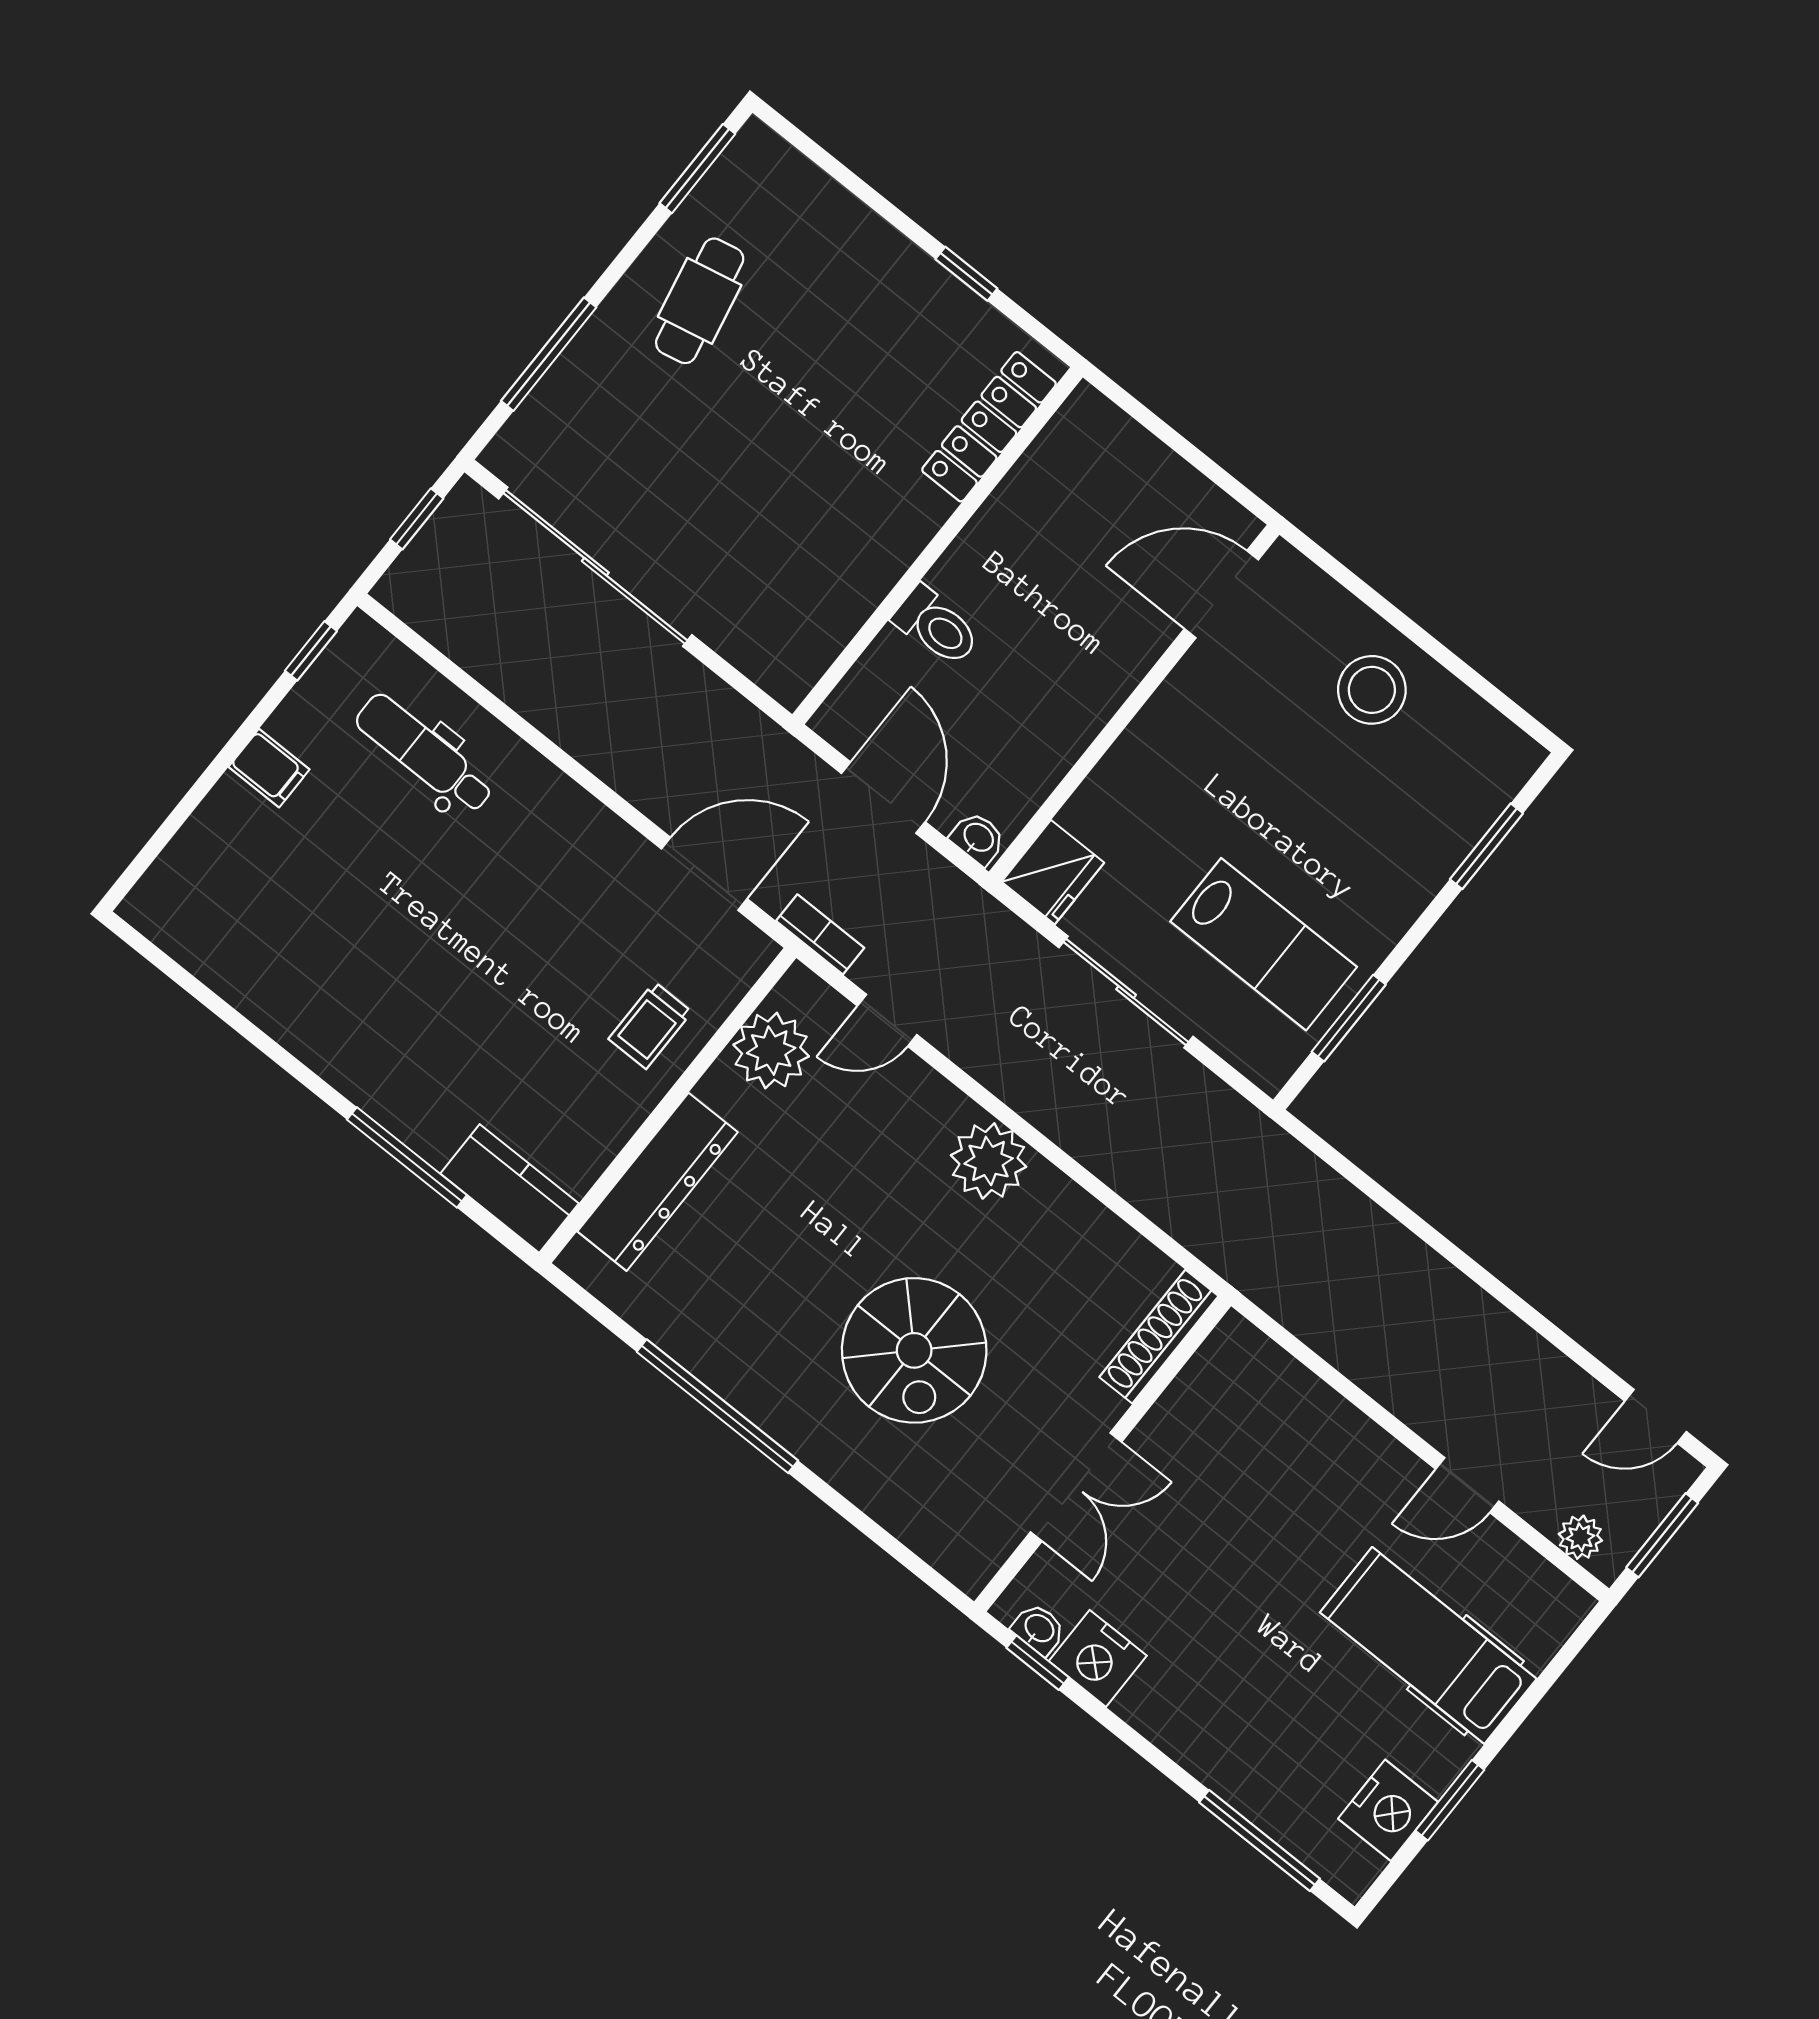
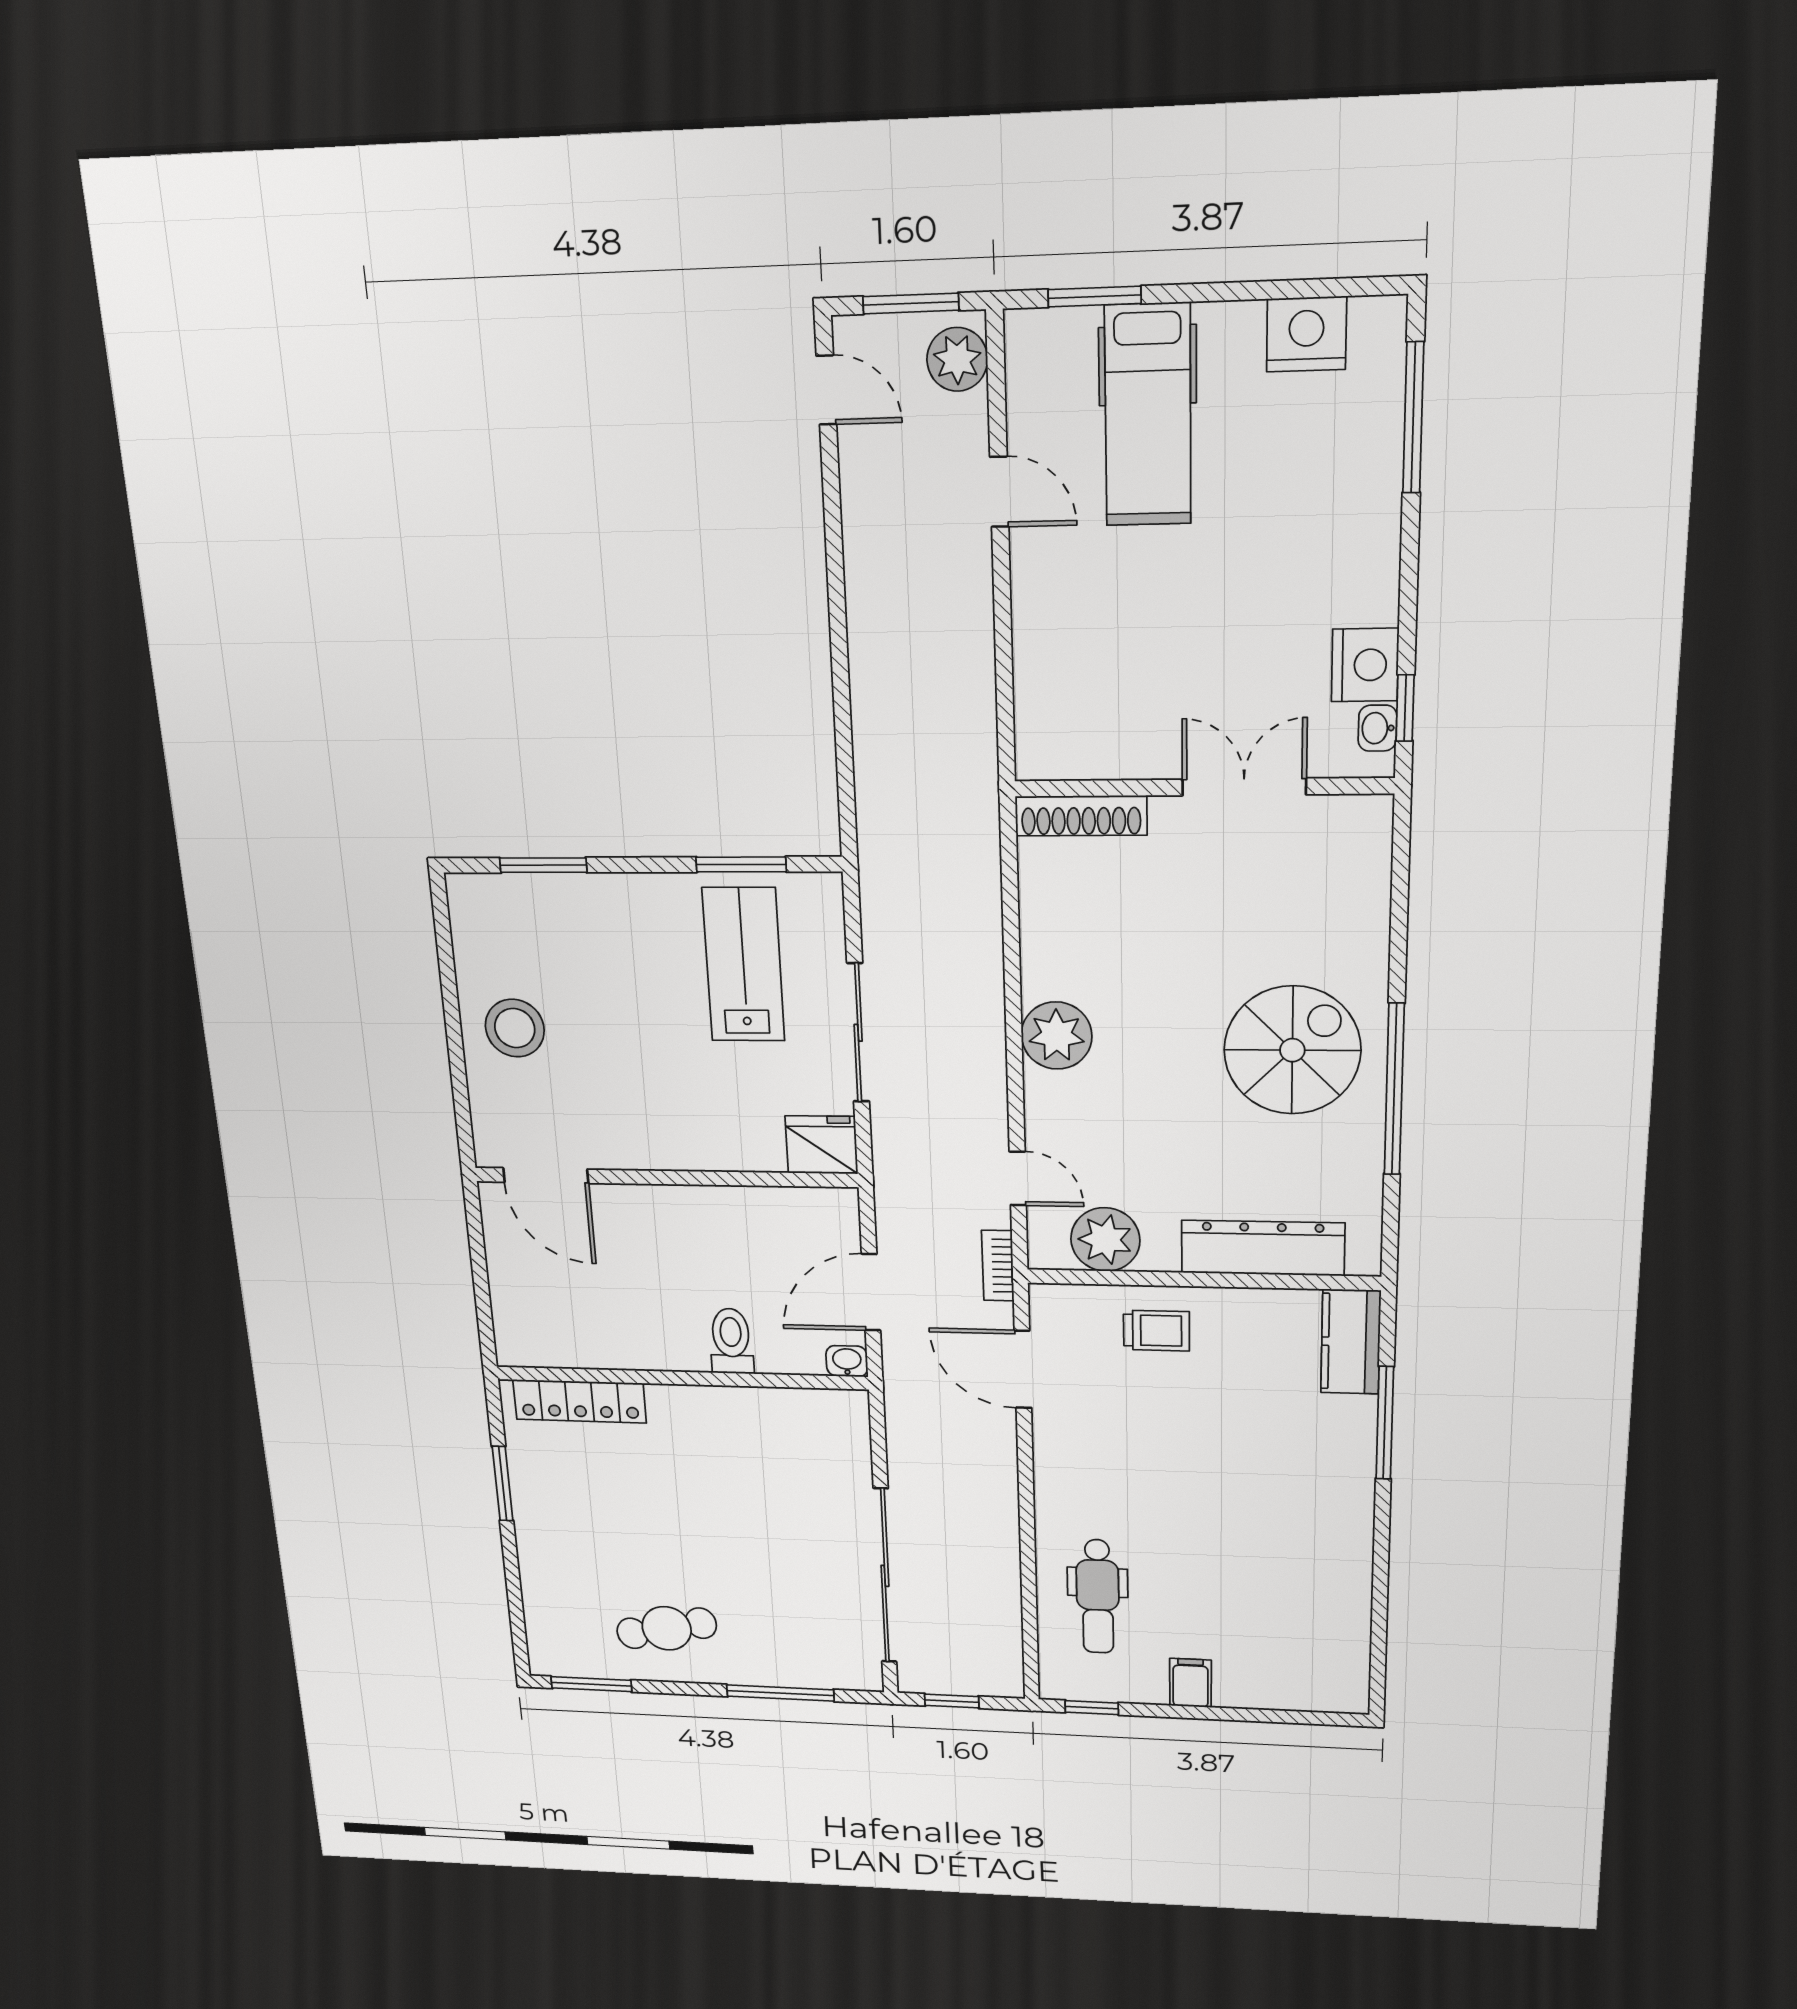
window: (966, 274) -> (503, 1484), width x1.50
washbasin: (978, 838) -> (847, 1361), moved, turned 90
spiral stairs: (914, 1350) -> (1292, 1050), moved
plant: (1580, 1537) -> (957, 359), width x1.38, depth x1.38
window: (1450, 1800) -> (1095, 297), moved

